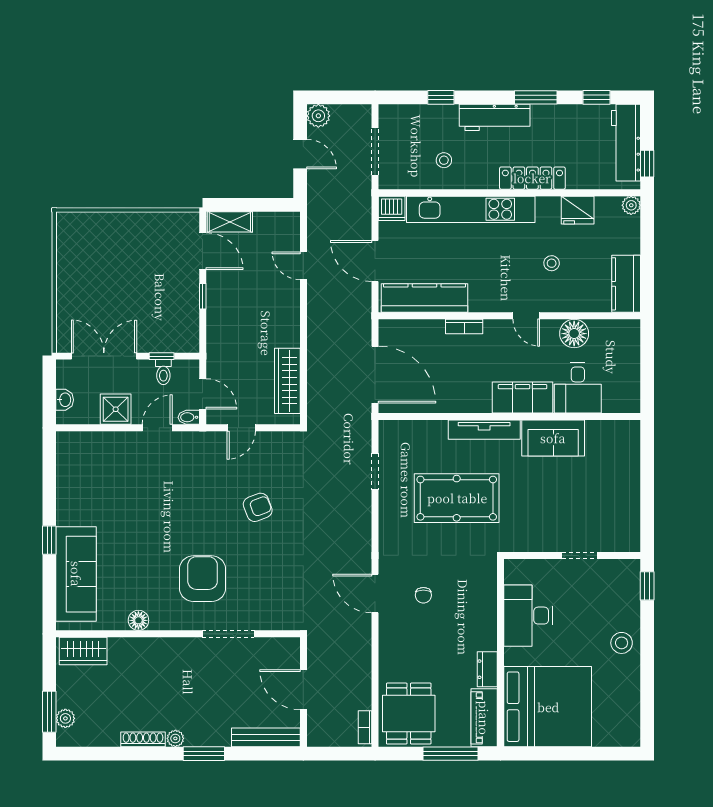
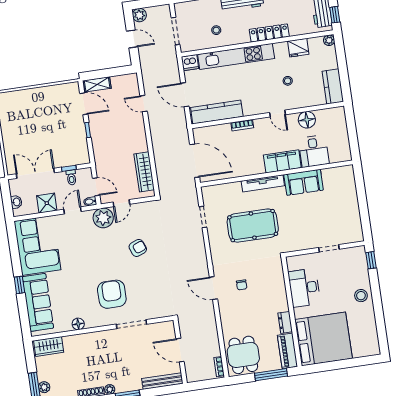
plant: (207, 448) -> (103, 218), added
corner sofa: (89, 478) -> (37, 245), added

